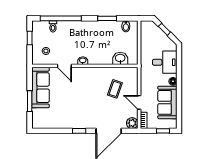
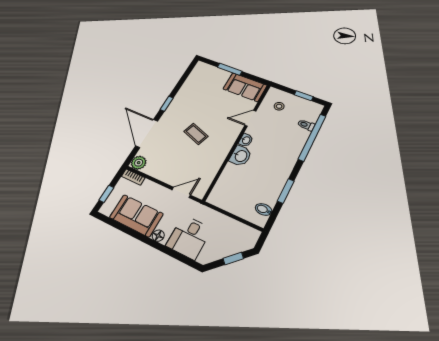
washbasin: (120, 58) -> (241, 156), moved
sofa: (40, 88) -> (245, 87), width x0.73
coffee table: (115, 89) -> (196, 134), moved
door: (139, 102) -> (181, 192), moved

